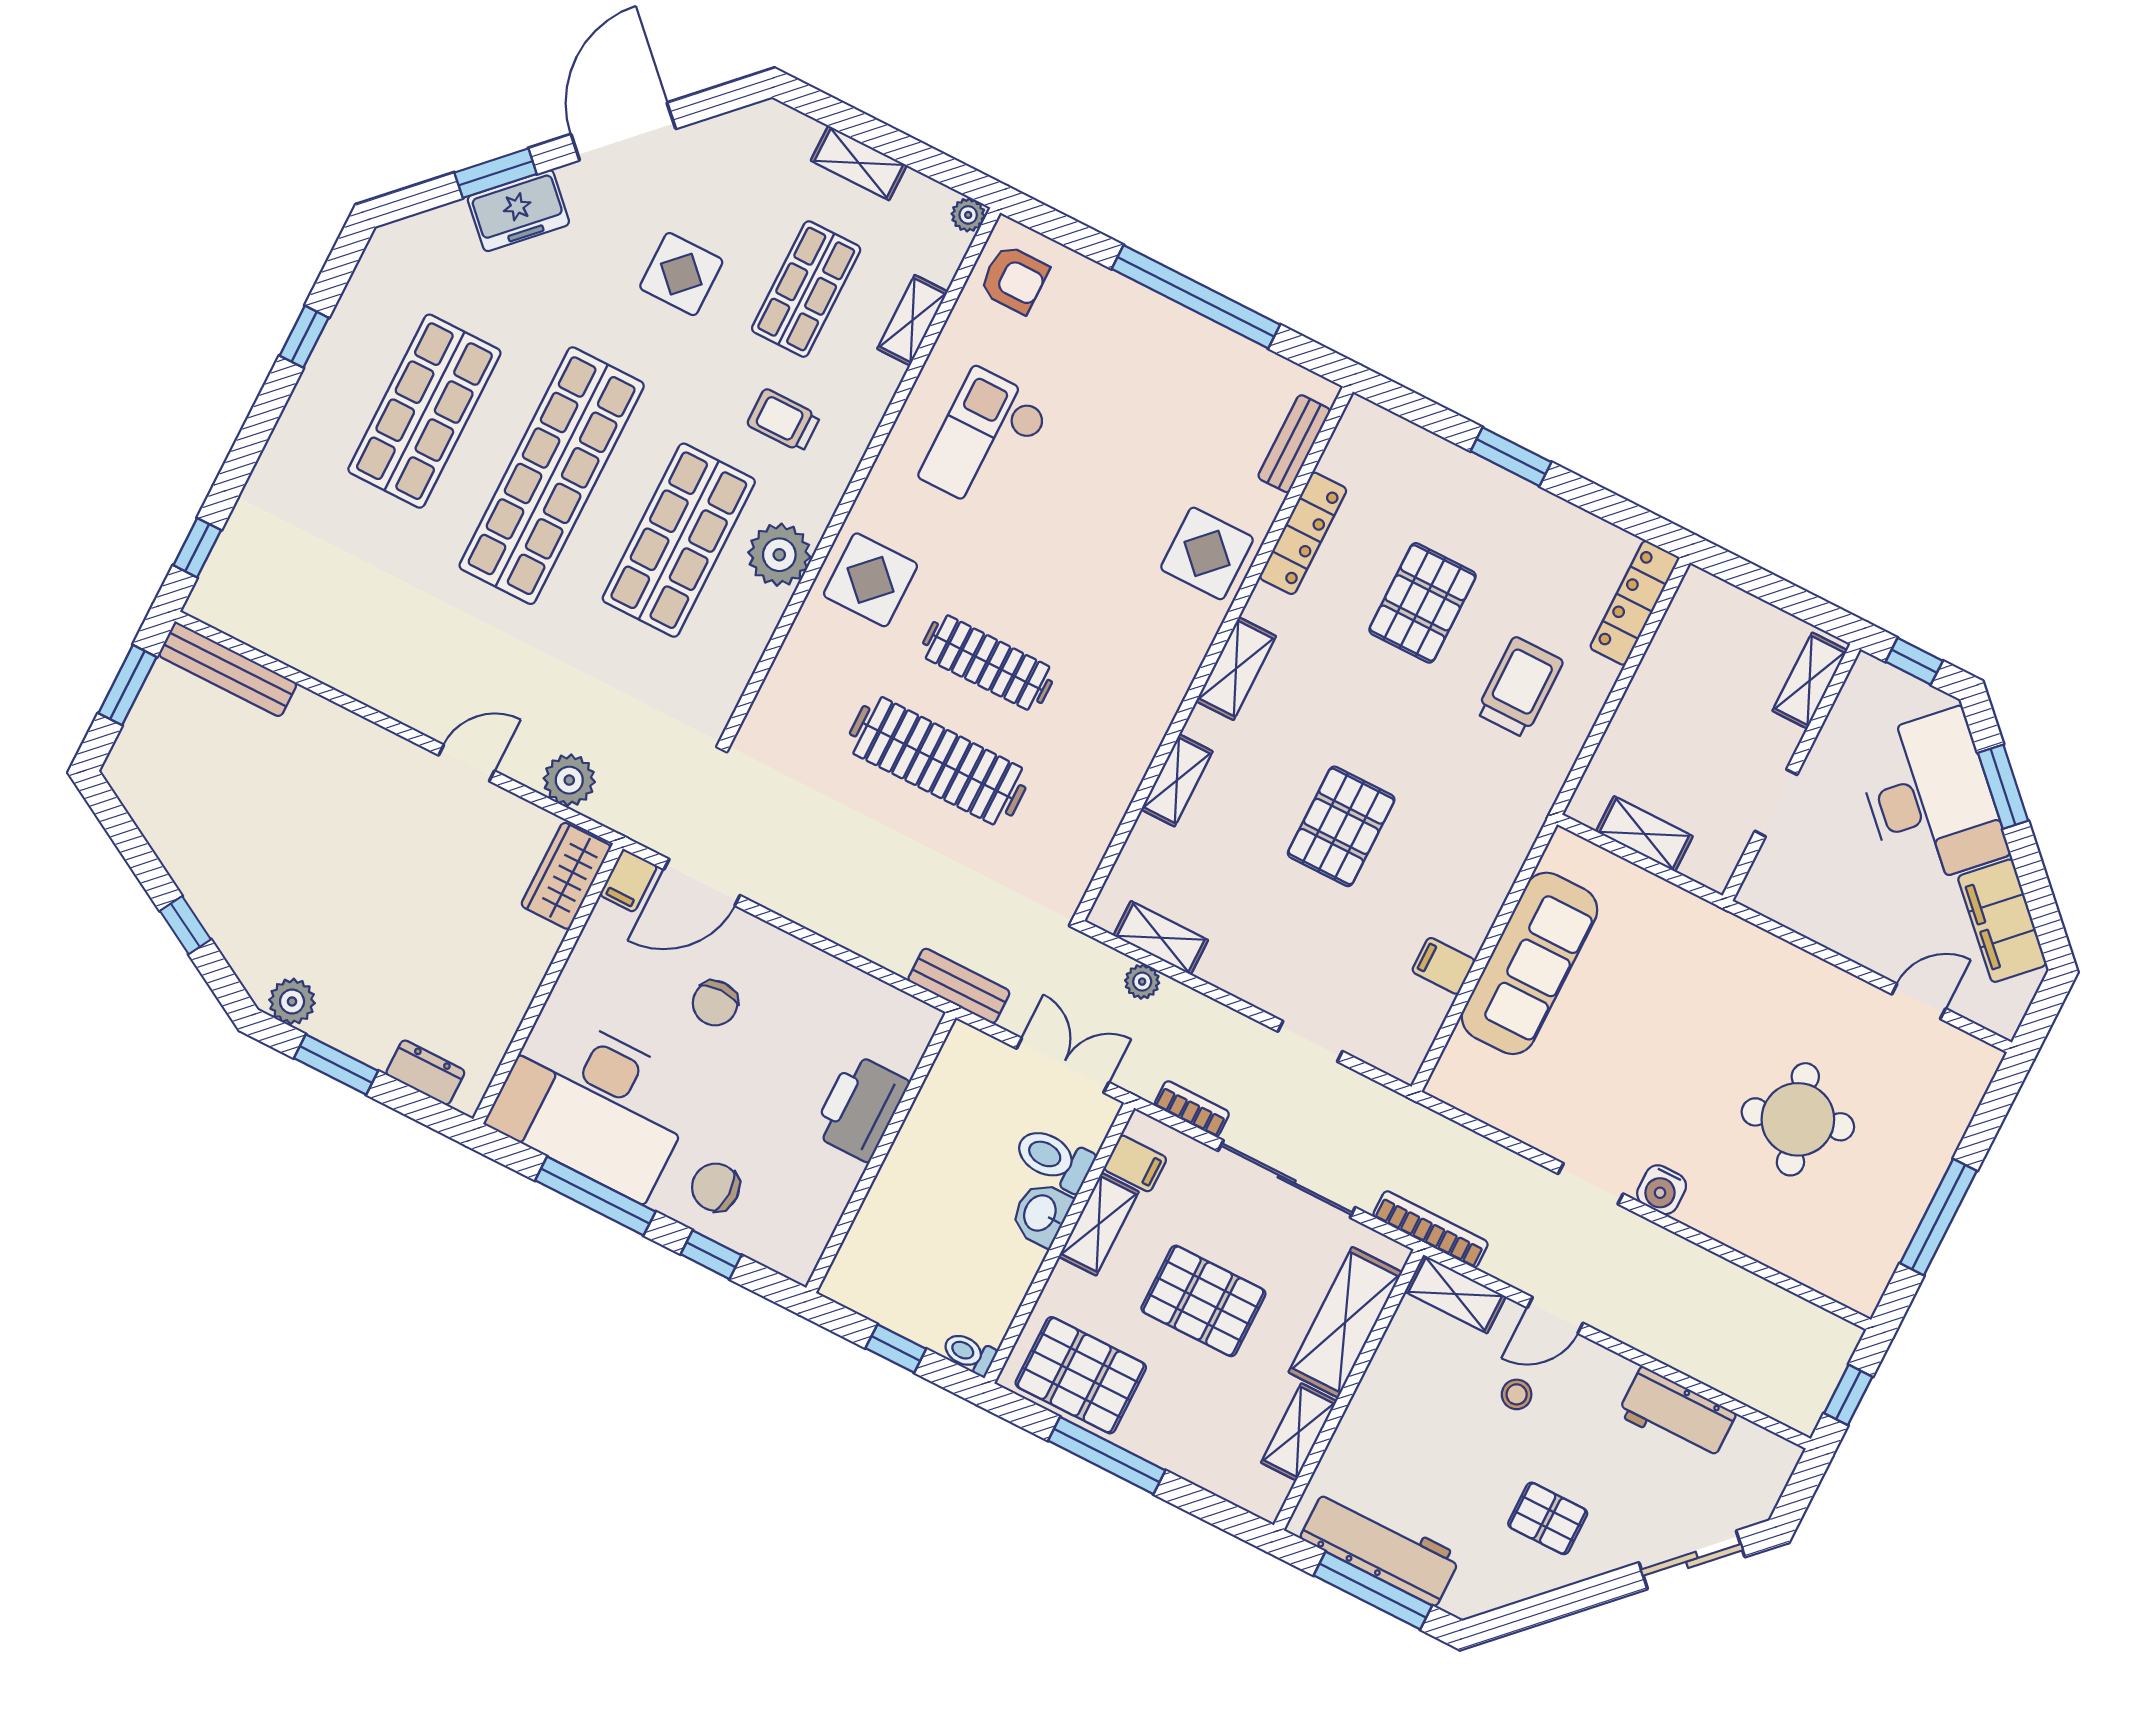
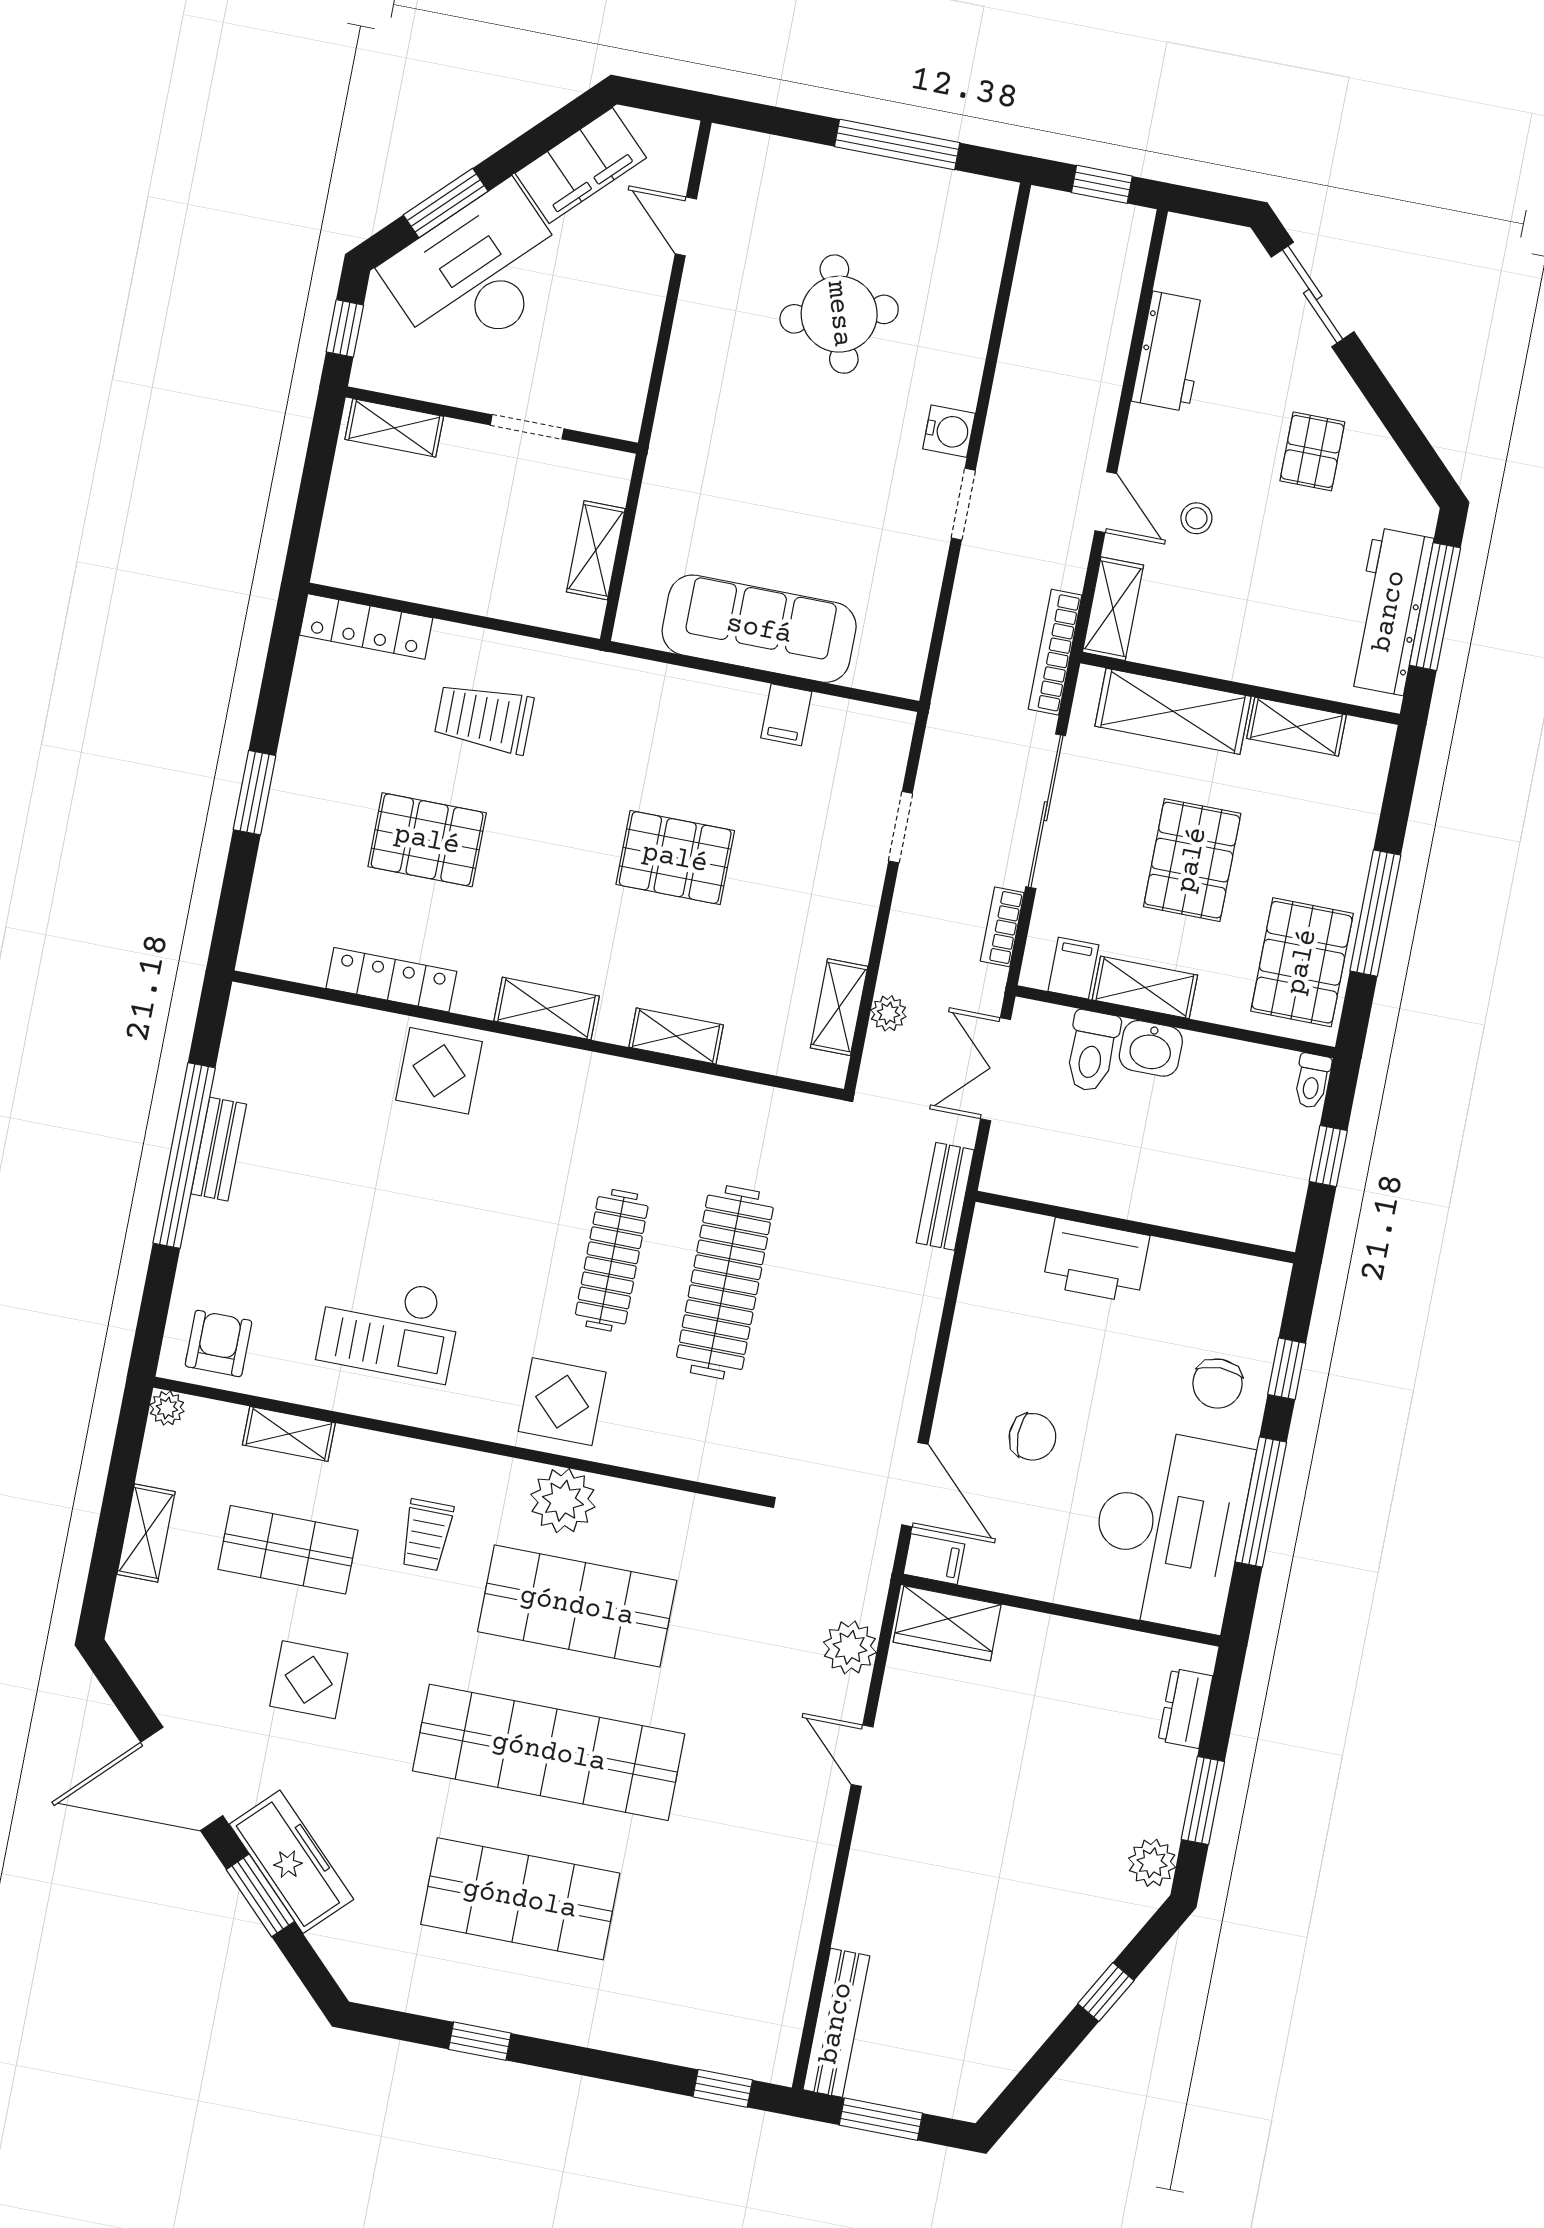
freezer: (518, 211) -> (291, 1862), width x1.40
bench: (1294, 444) -> (219, 1149), moved, turned 90

